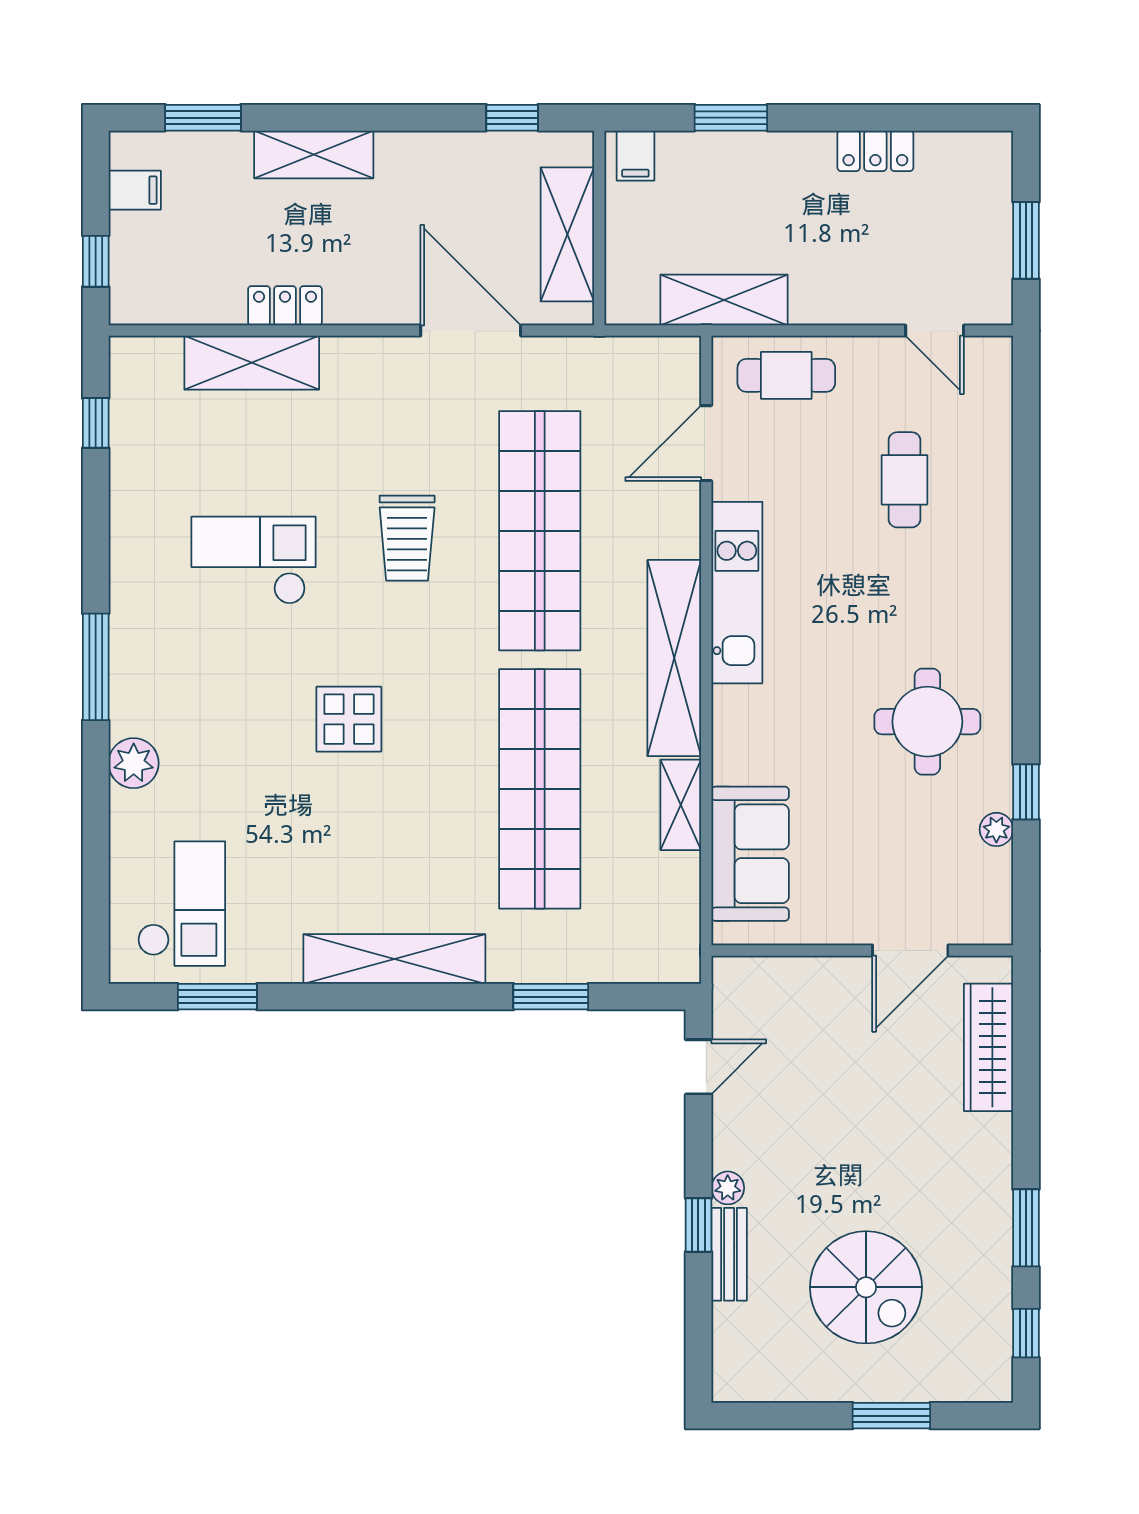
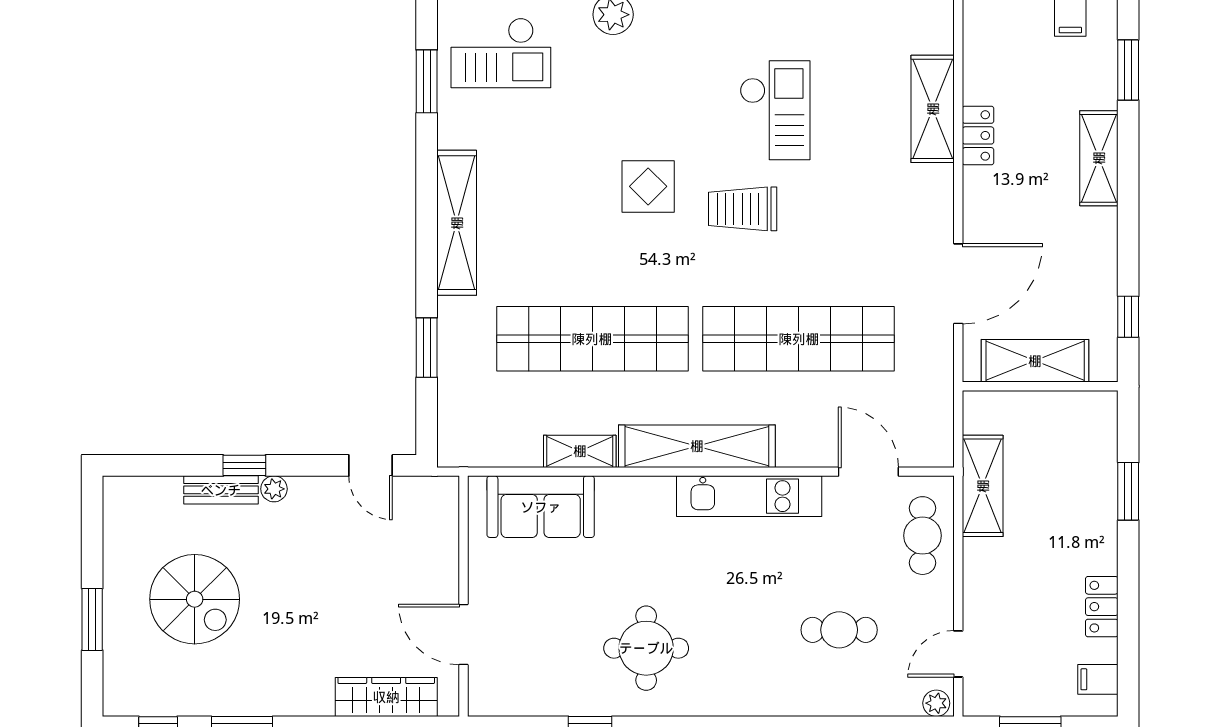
filing cabinet: (635, 156) -> (1098, 679), moved
trolley: (407, 538) -> (743, 209), moved
plant: (996, 829) -> (936, 703), moved
spiral stairs: (866, 1287) -> (195, 599), turned -90

